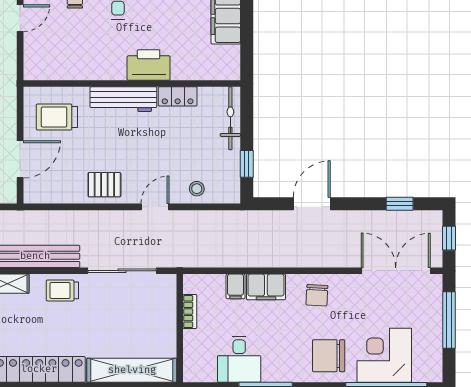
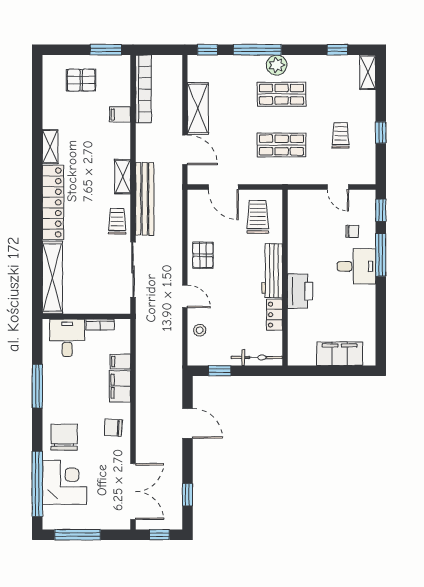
window: (449, 320) -> (78, 535), moved
desk: (239, 359) -> (67, 338), moved, turned 90

